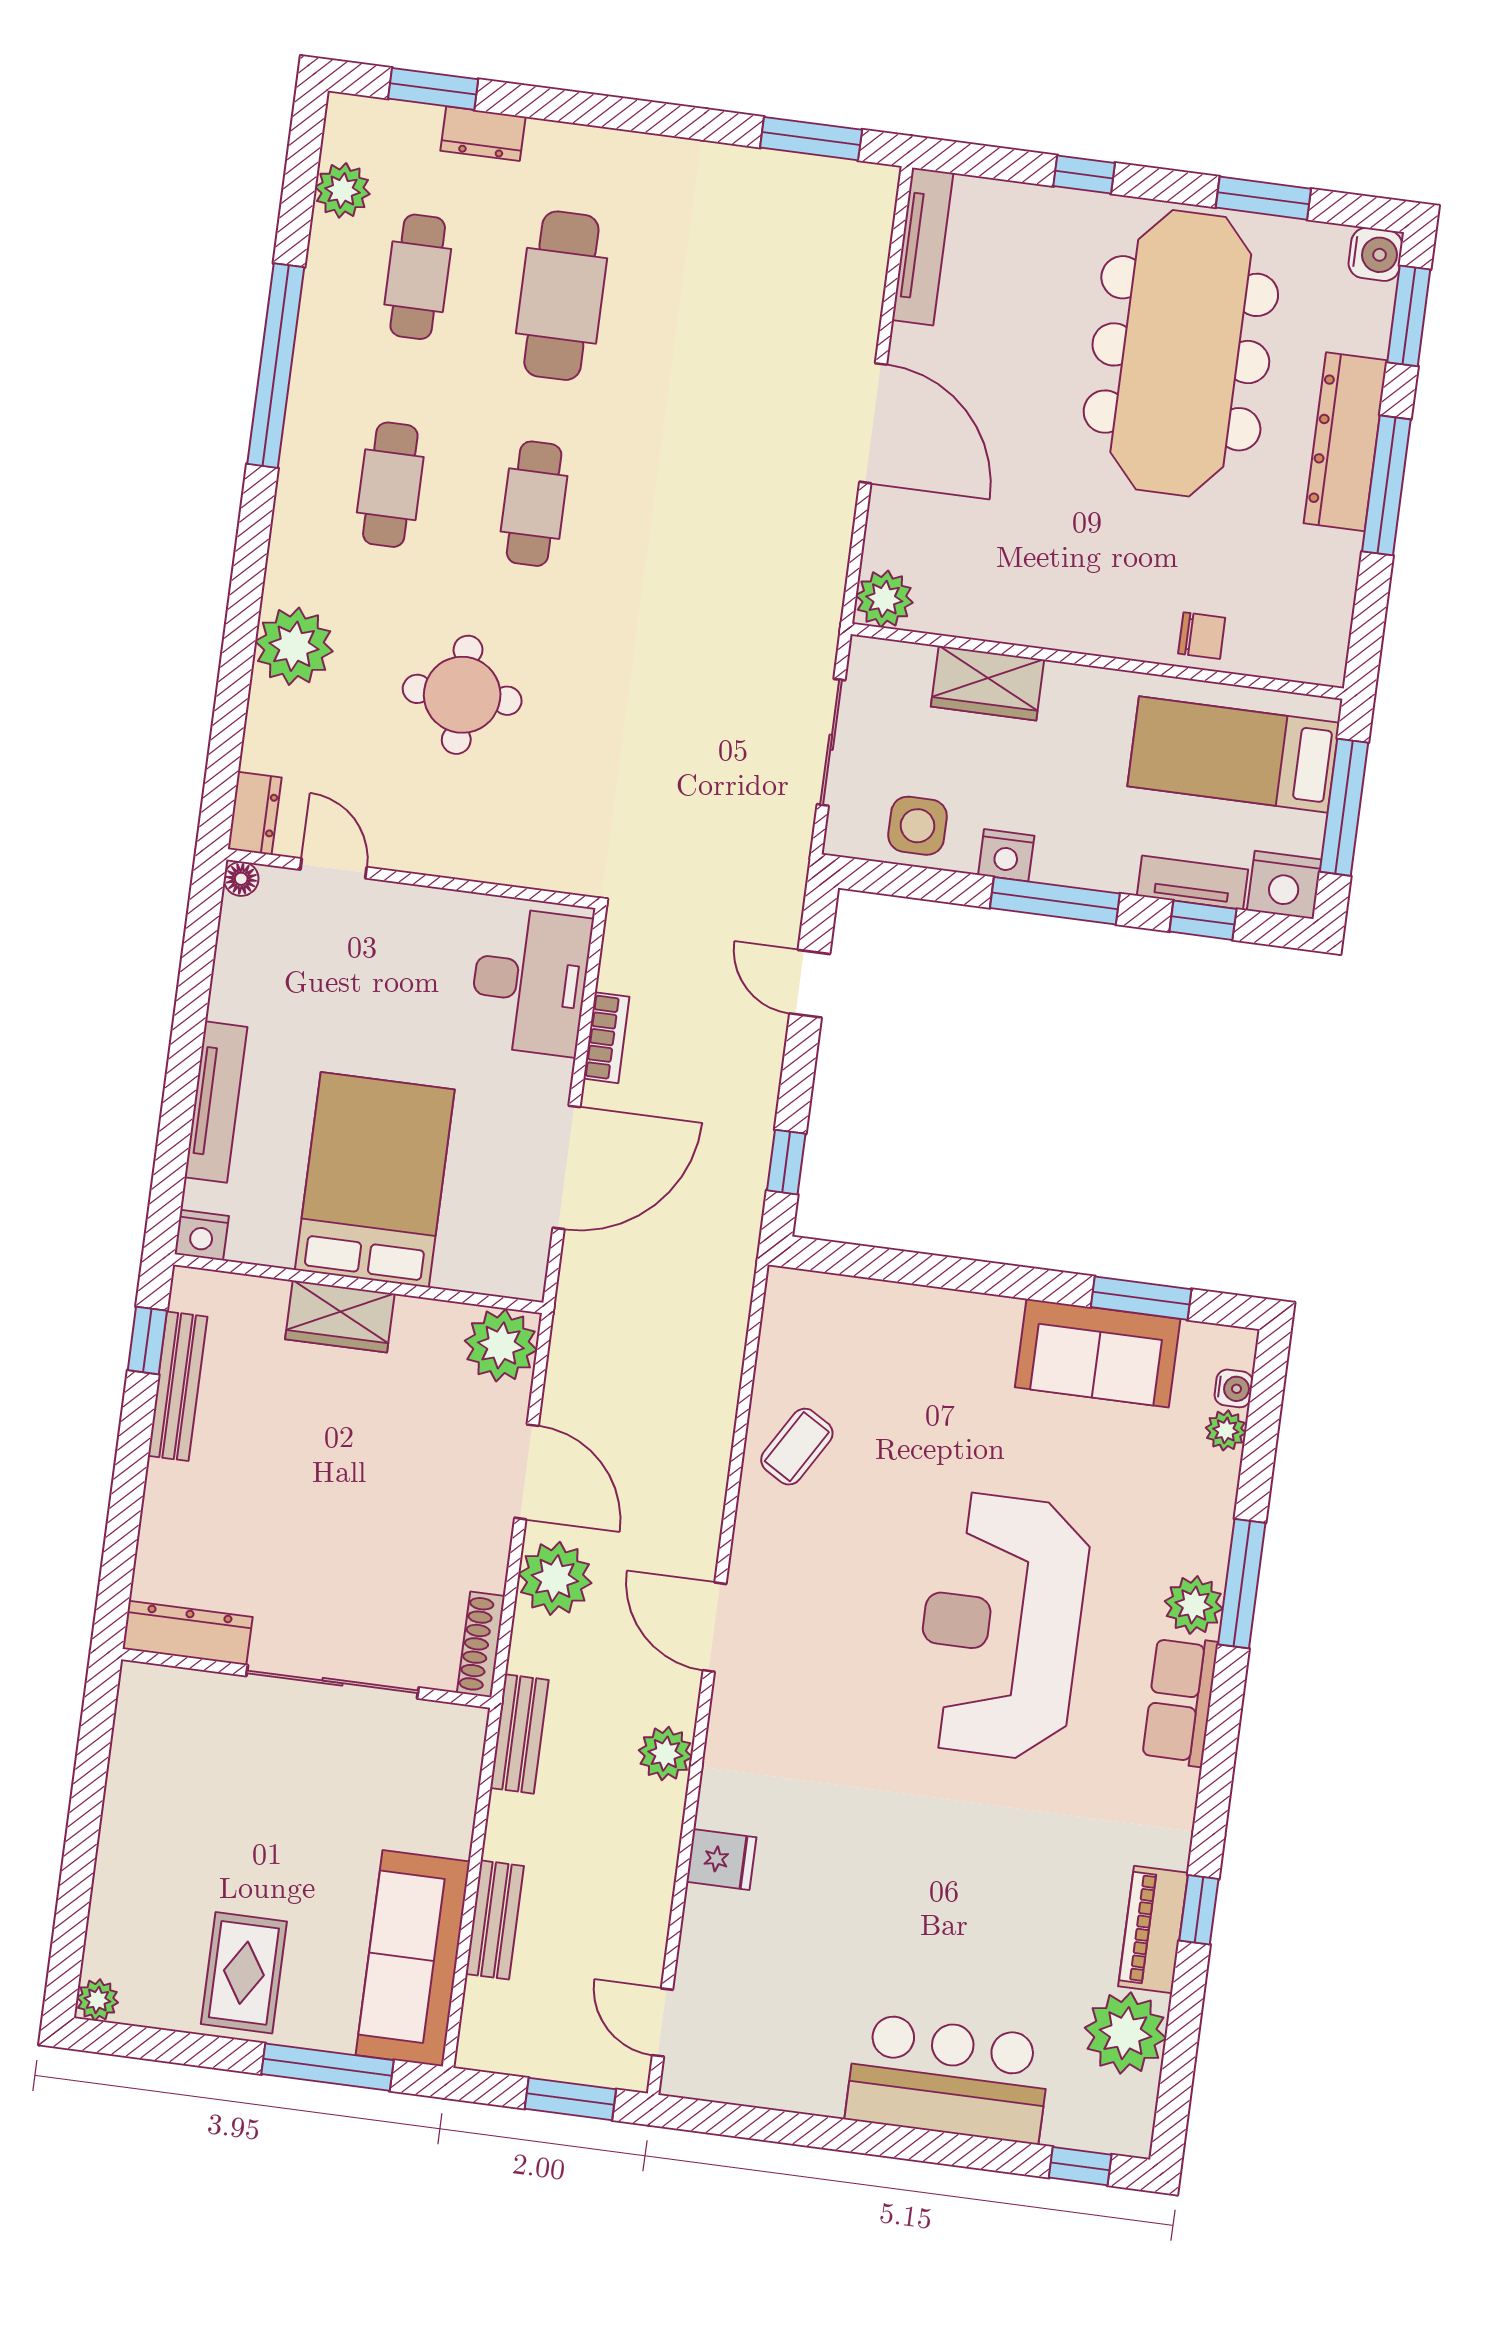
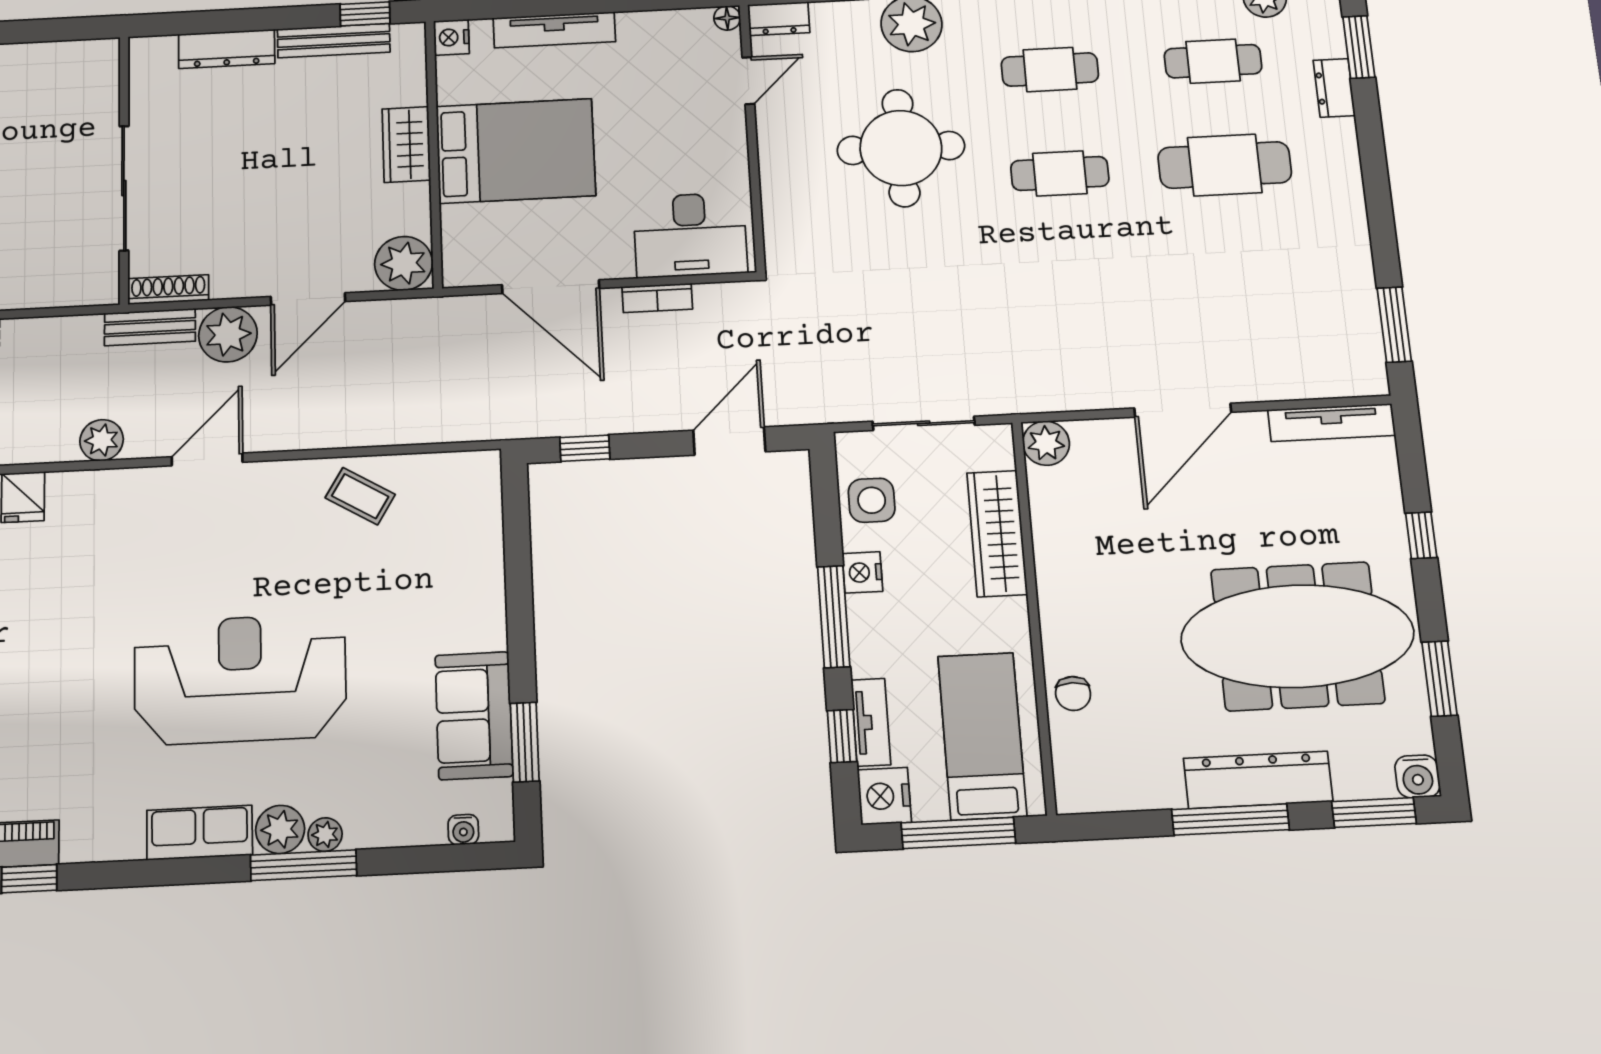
wardrobe: (987, 683) -> (997, 533), width x1.50
round table: (462, 695) -> (901, 148), width x1.36, depth x1.36
door: (810, 984) -> (729, 441), width x1.38
plant: (1226, 1430) -> (325, 835), moved
dresser: (187, 1633) -> (227, 49), moved, turned 90
bench: (519, 1734) -> (150, 327), moved

